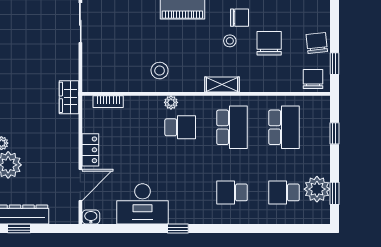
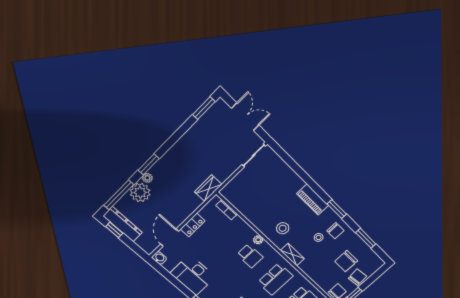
chair: (269, 43) -> (346, 261), moved, turned 180
stool: (160, 71) -> (283, 228), moved
door: (80, 185) -> (170, 238), swing flipped

